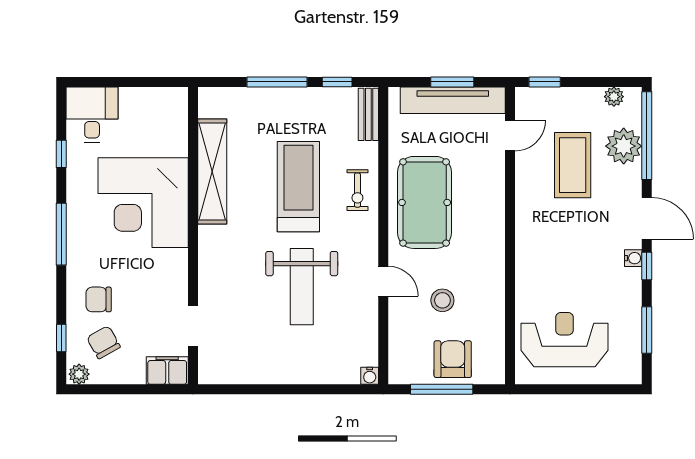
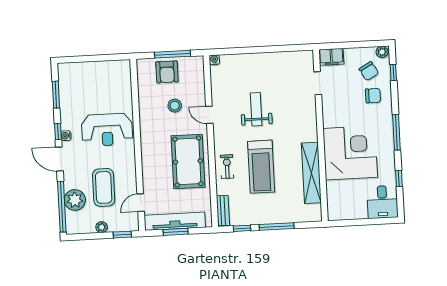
plant: (614, 97) -> (102, 227), moved
weight bench: (302, 287) -> (256, 109), width x0.73, depth x0.75
reception desk: (564, 340) -> (107, 130), moved

